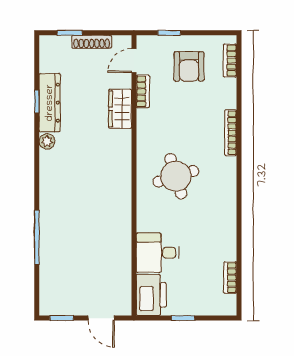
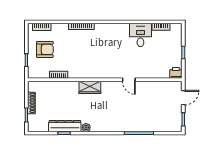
door: (134, 61) -> (129, 80), moved
wardrobe: (120, 109) -> (90, 87), moved
round table: (176, 176) -> (105, 57), removed
desk: (158, 253) -> (140, 35), moved, turned 180
printer: (151, 295) -> (176, 73), width x0.53, depth x0.68

